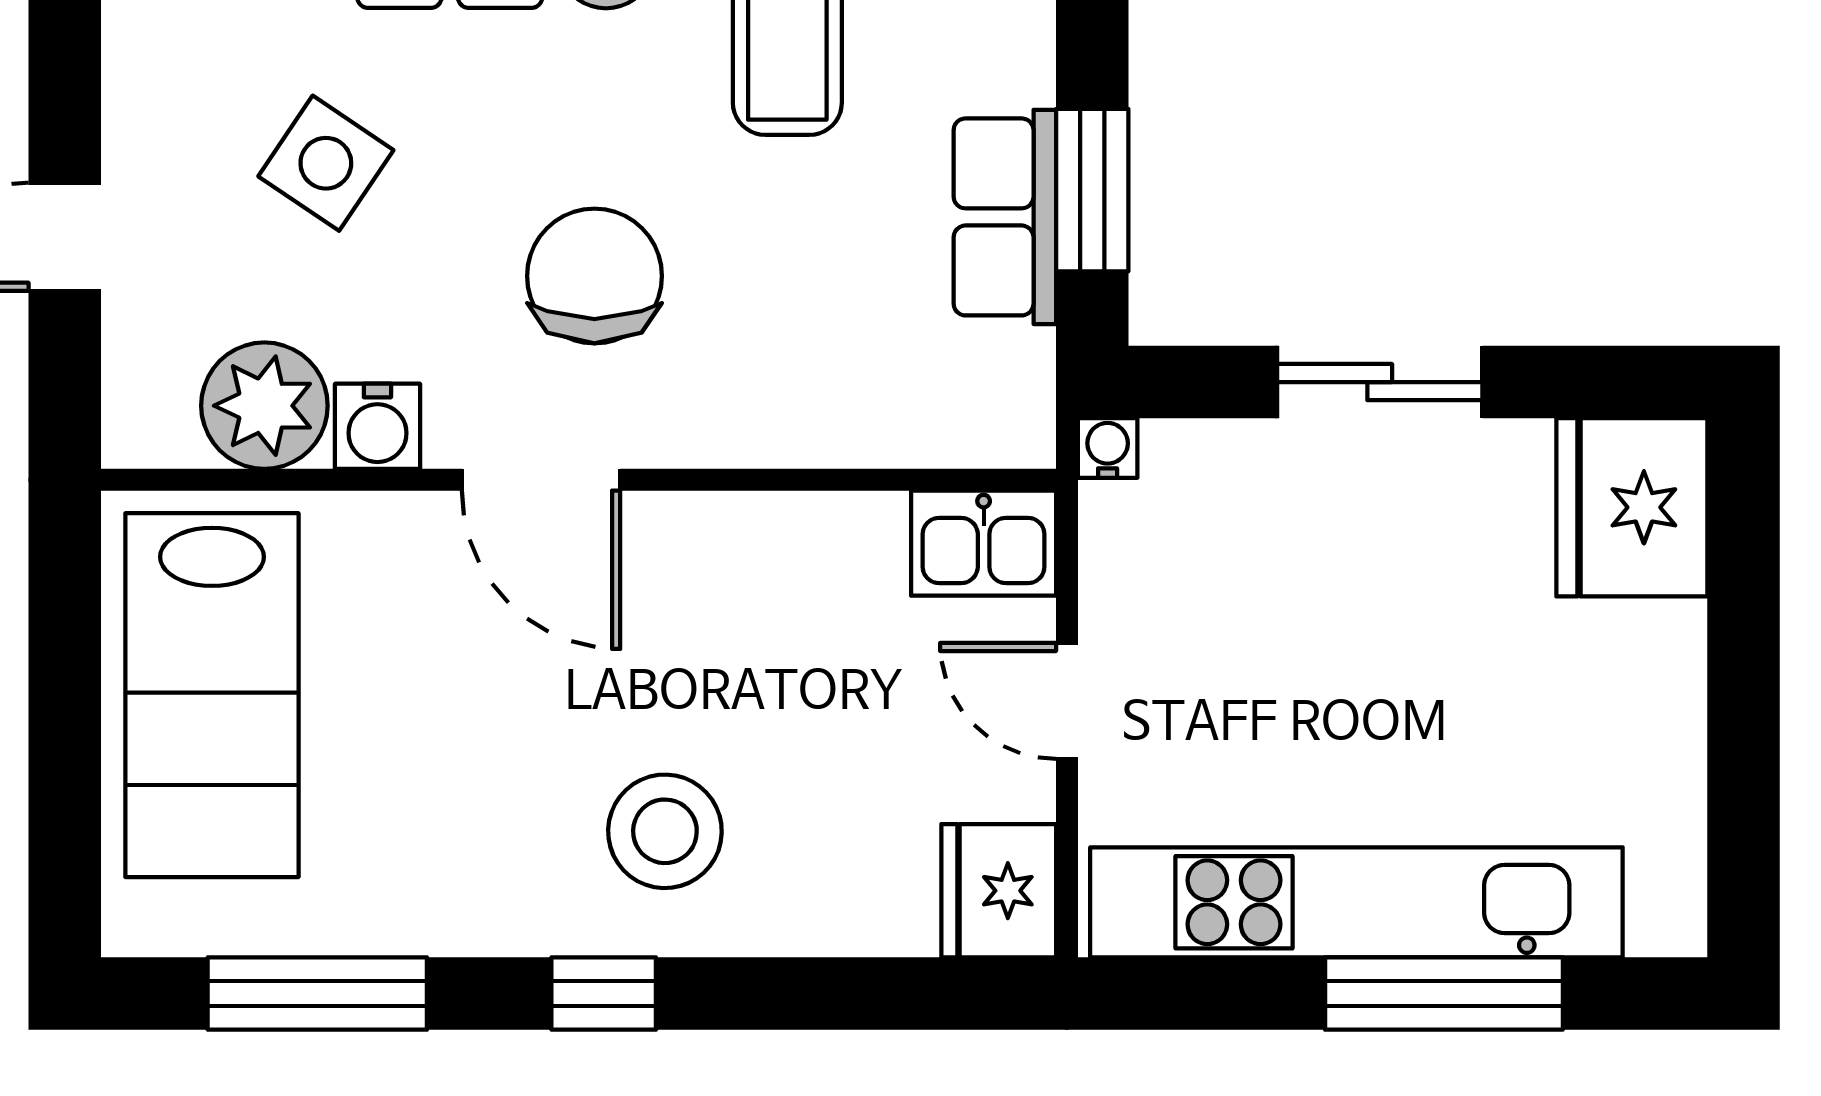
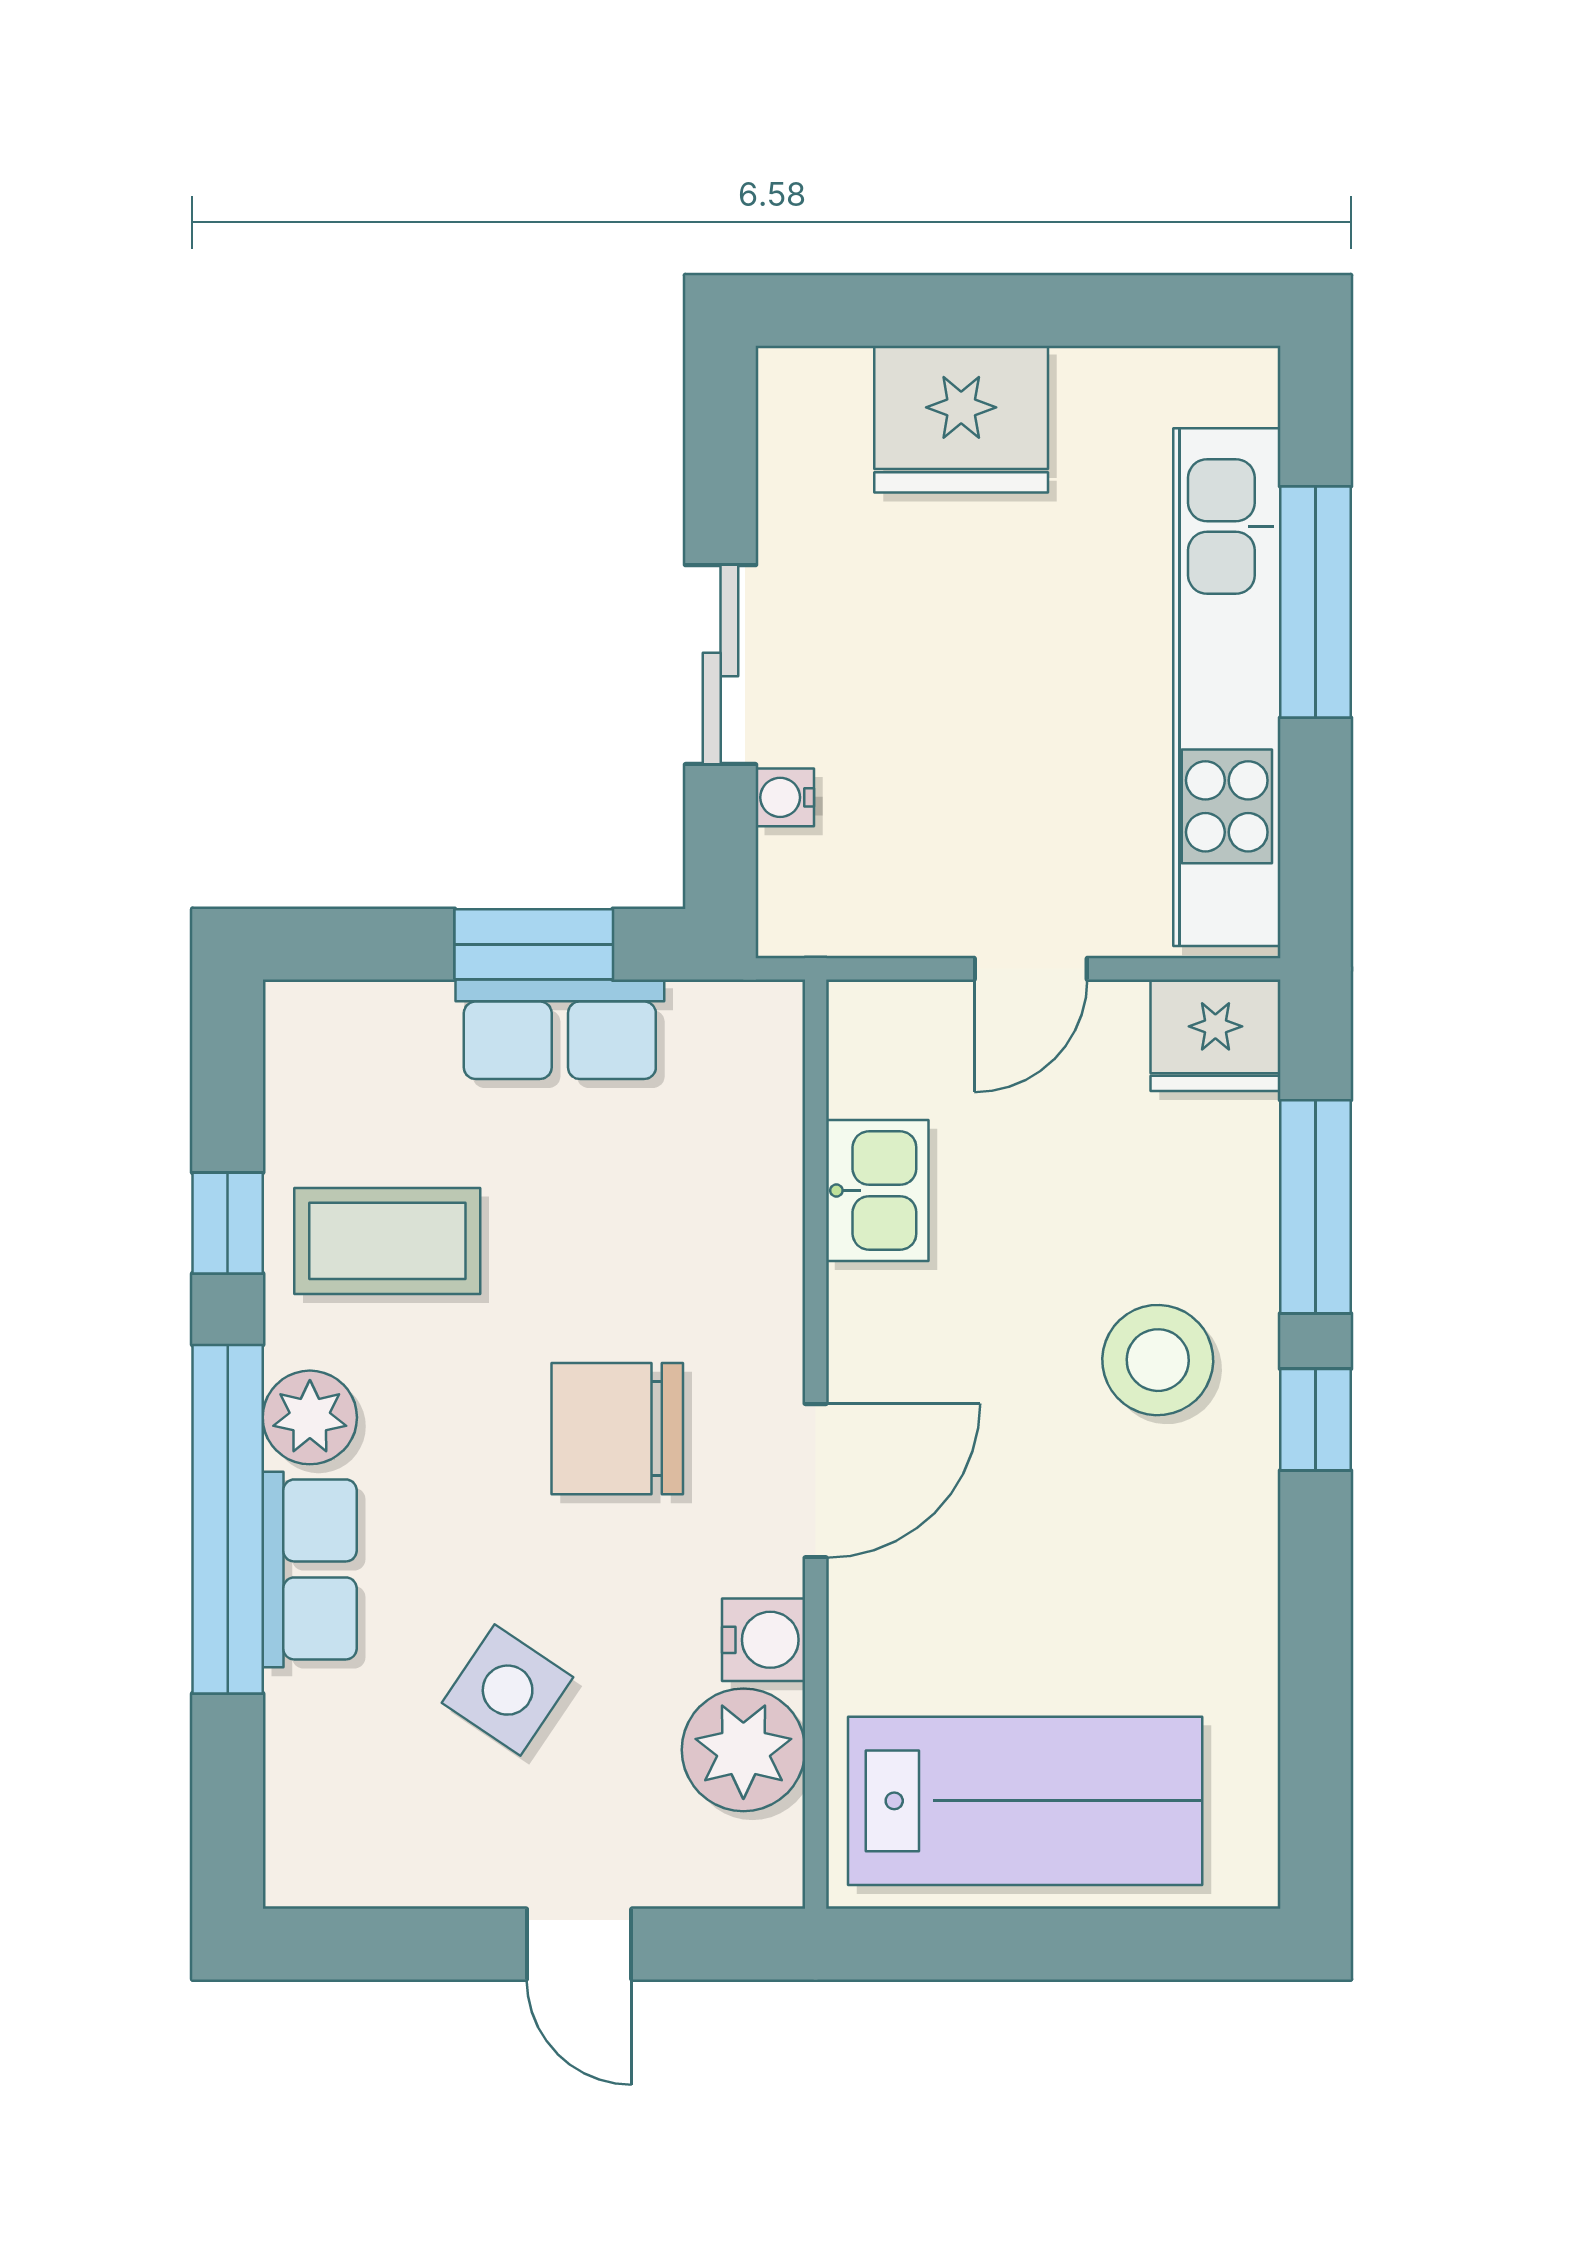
water cooler: (1108, 448) -> (785, 797), moved
fridge: (1632, 507) -> (961, 419), moved
kitchen sink: (984, 543) -> (877, 1190), moved
window: (317, 993) -> (1316, 1207), moved

